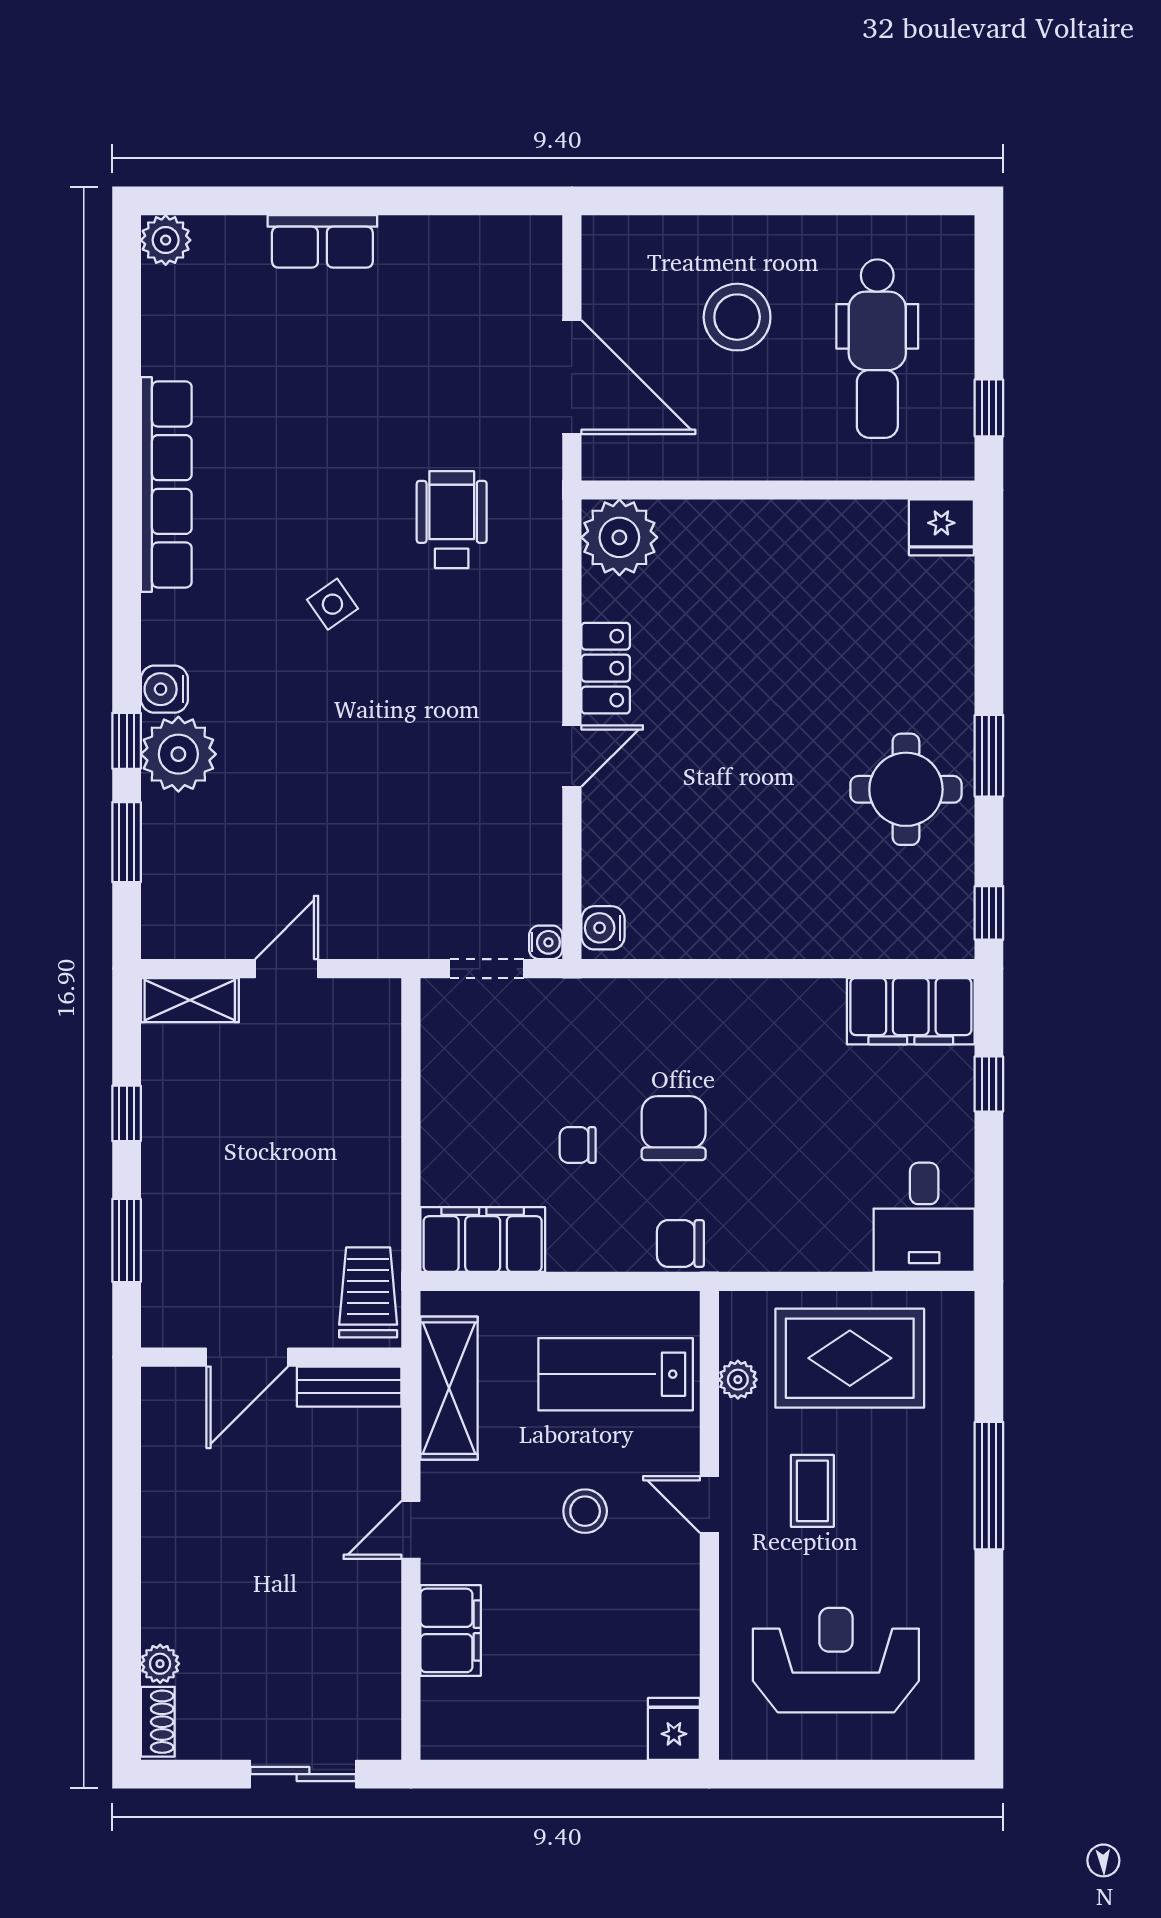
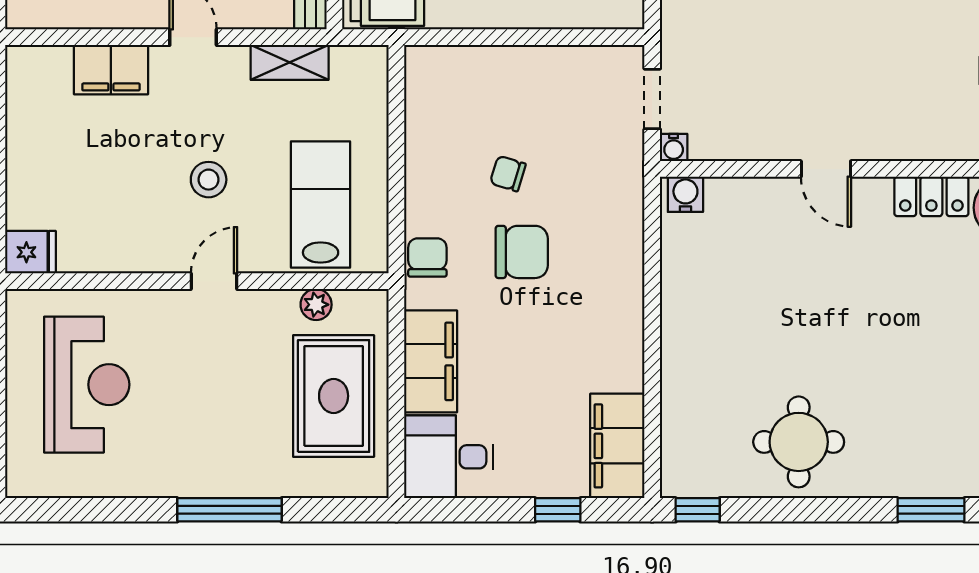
locker: (606, 668) -> (931, 196), moved
window: (989, 756) -> (931, 510), moved
chair: (578, 1145) -> (508, 174), turned -73
filing cabinet: (483, 1239) -> (431, 361), moved
shelving: (449, 1388) -> (290, 62), width x0.67, depth x0.75
coffee table: (812, 1491) -> (225, 365), removed

